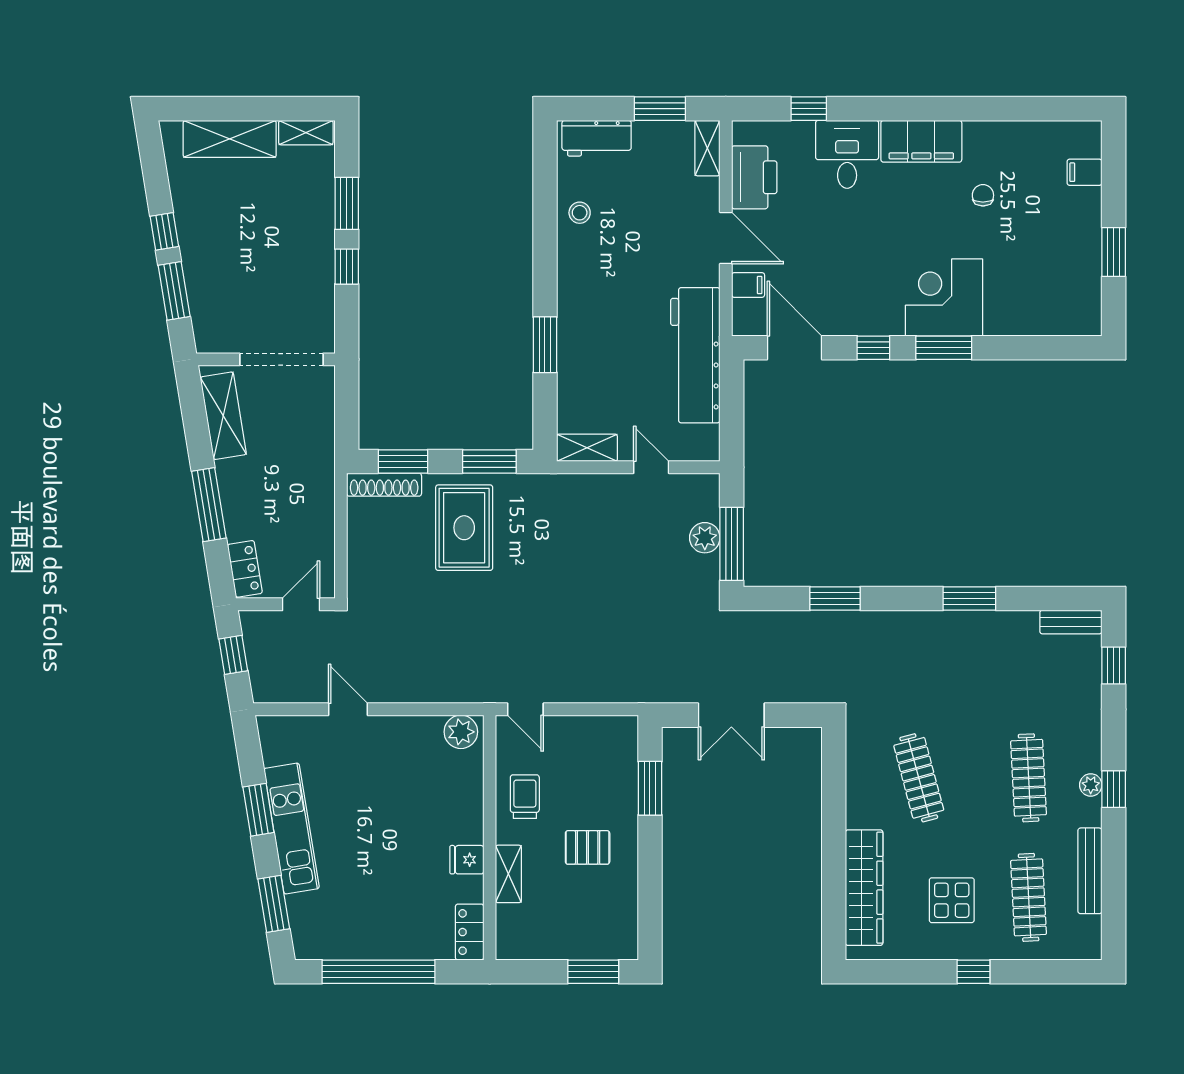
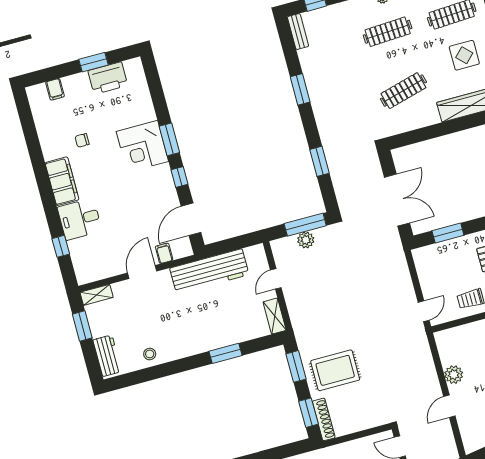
printer: (754, 177) -> (108, 78), moved, turned 180
double door: (731, 715) -> (397, 200), width x1.37
plant: (461, 732) -> (454, 375), moved

